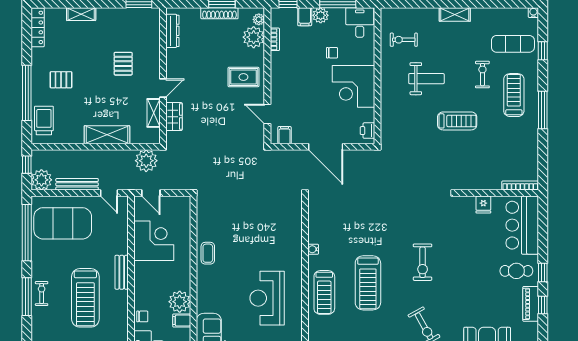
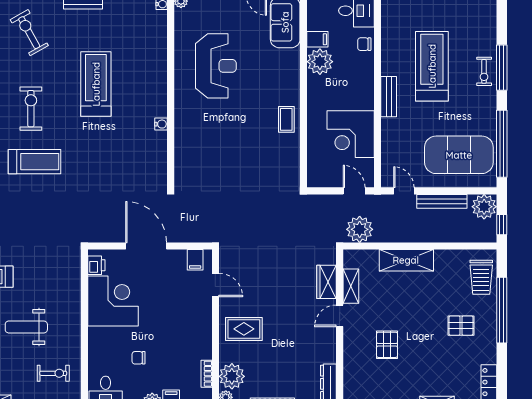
corner desk: (354, 86) -> (113, 301), moved
treadmill: (324, 292) -> (35, 162), moved, turned 90

